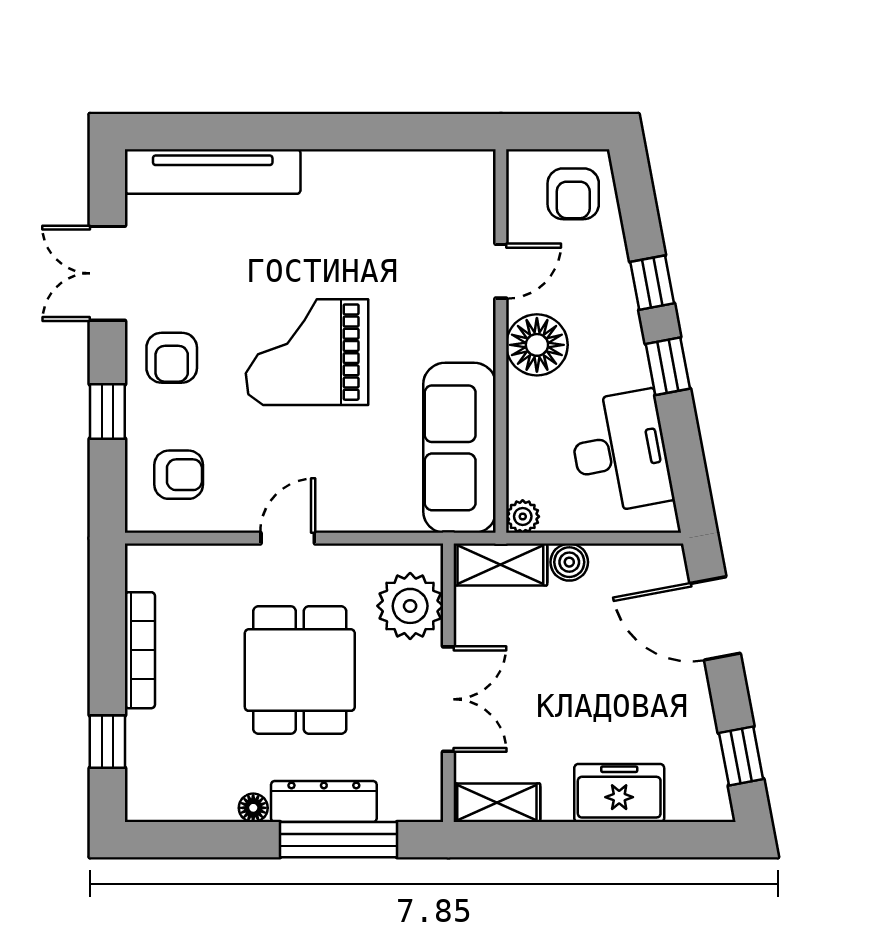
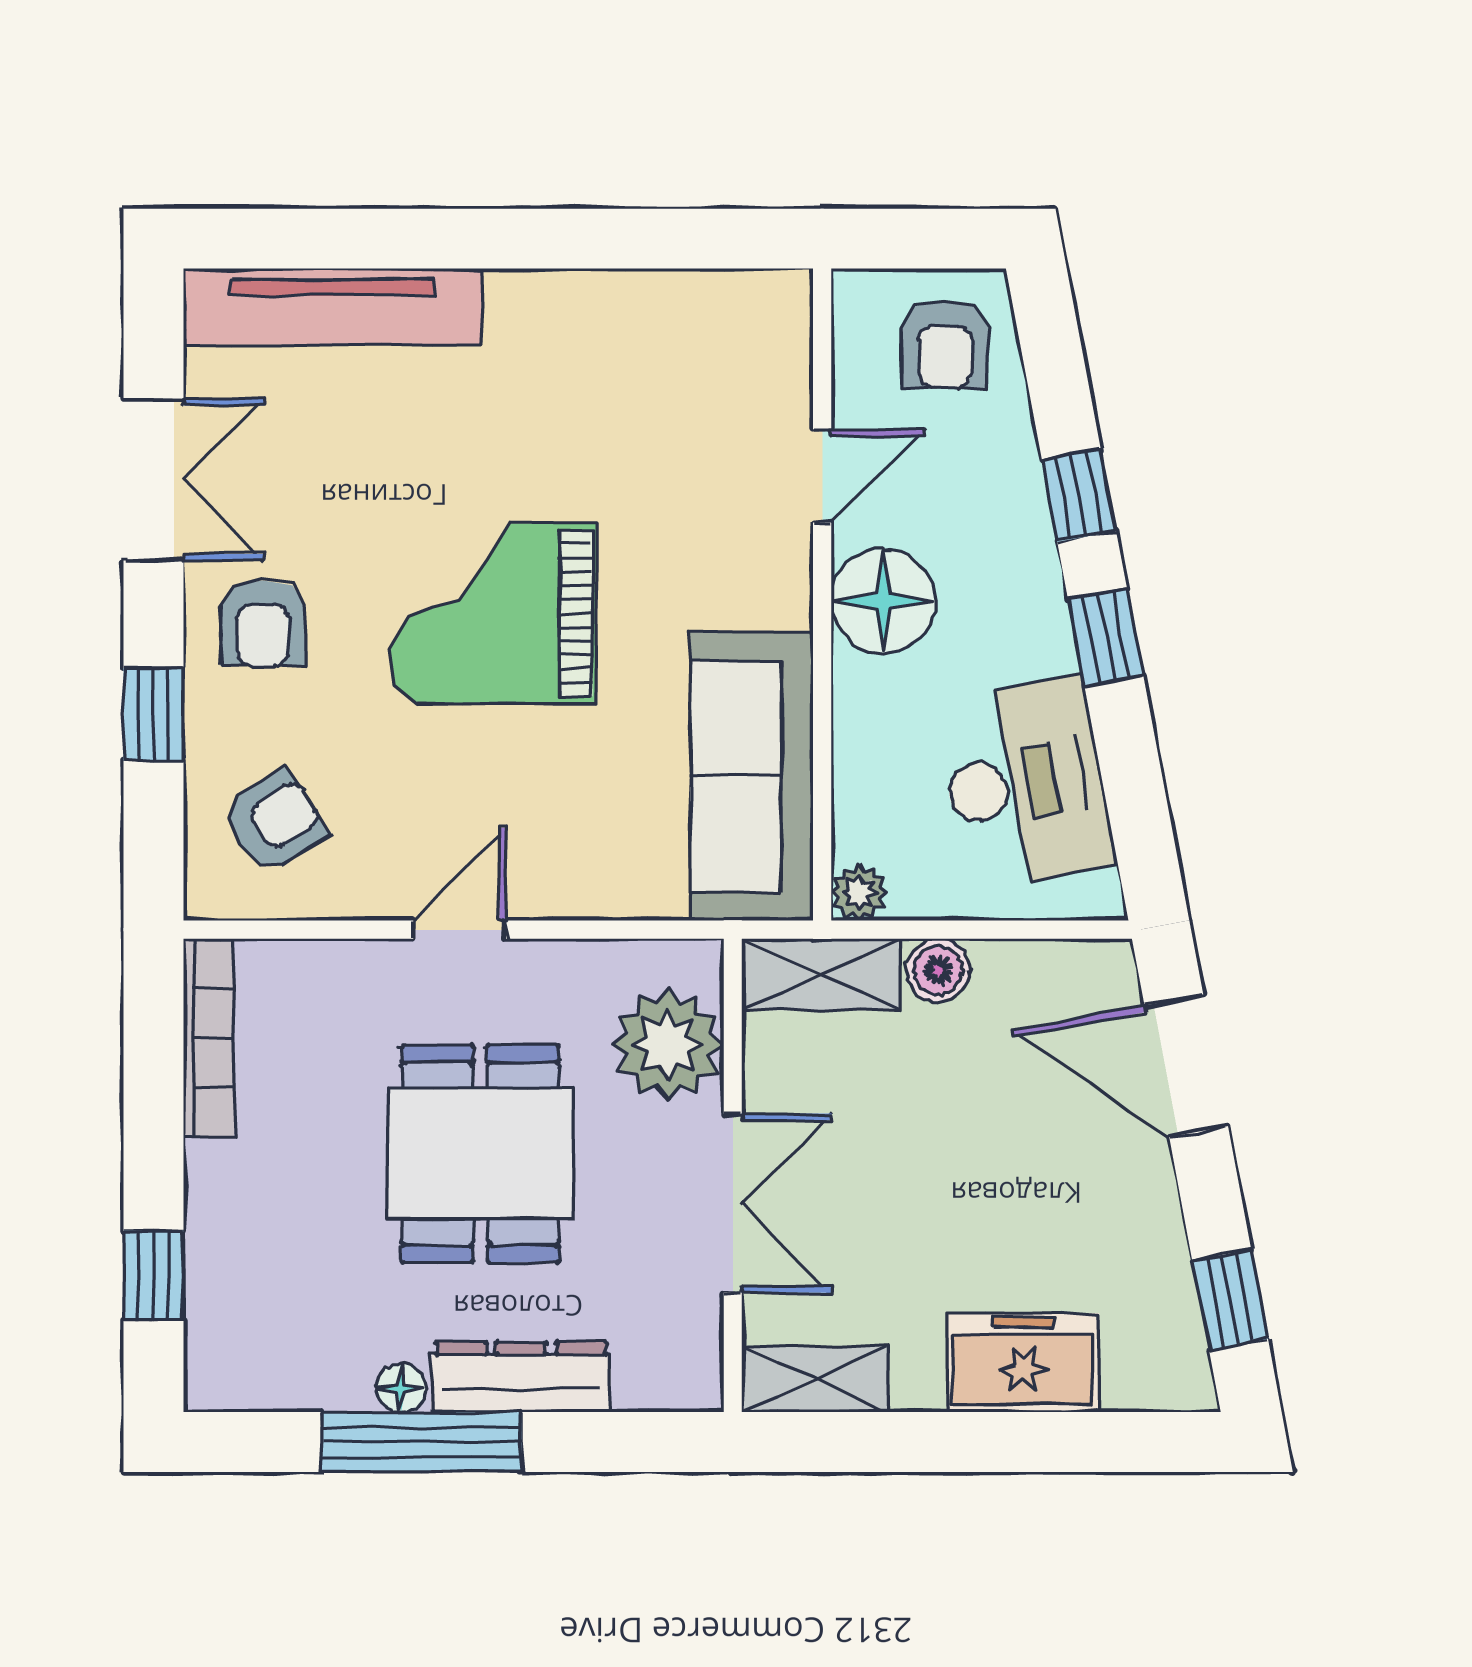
double door: (107, 273) -> (153, 480), swing flipped
armchair: (179, 475) -> (274, 822), turned -33
bookcase: (140, 650) -> (209, 1038), moved
window: (339, 840) -> (422, 1442), moved

